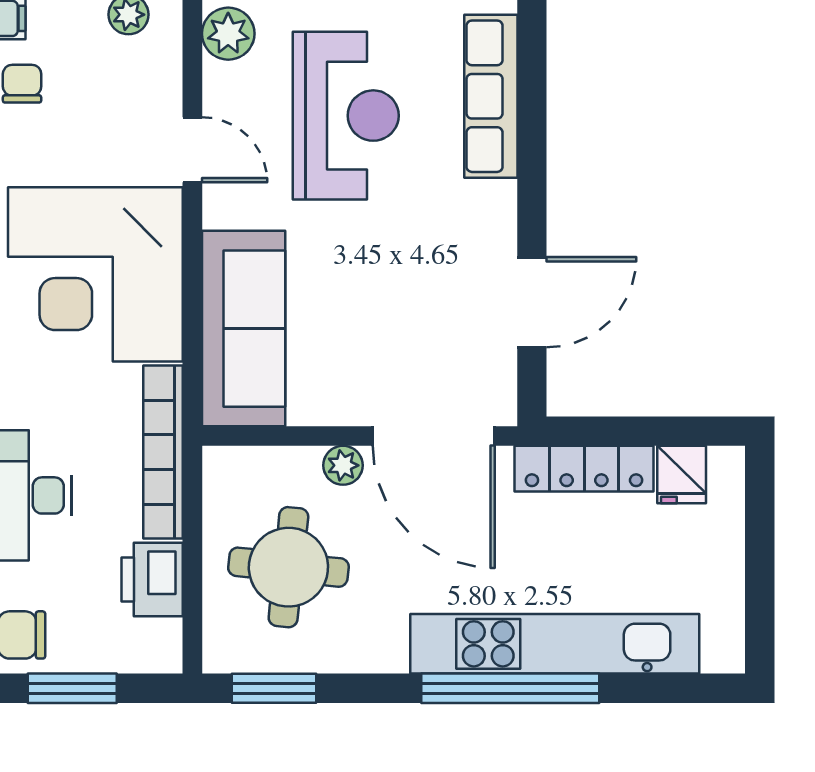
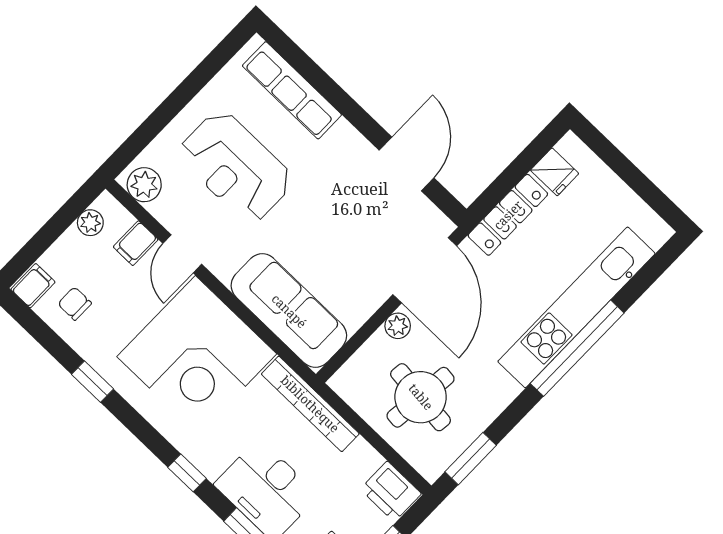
filing cabinet: (154, 87) -> (136, 243), added
reception desk: (346, 116) -> (236, 167), turned 180
door: (192, 150) -> (182, 254), swing flipped
door: (434, 436) -> (425, 270), hinge flipped
printer: (152, 579) -> (391, 491), moved

